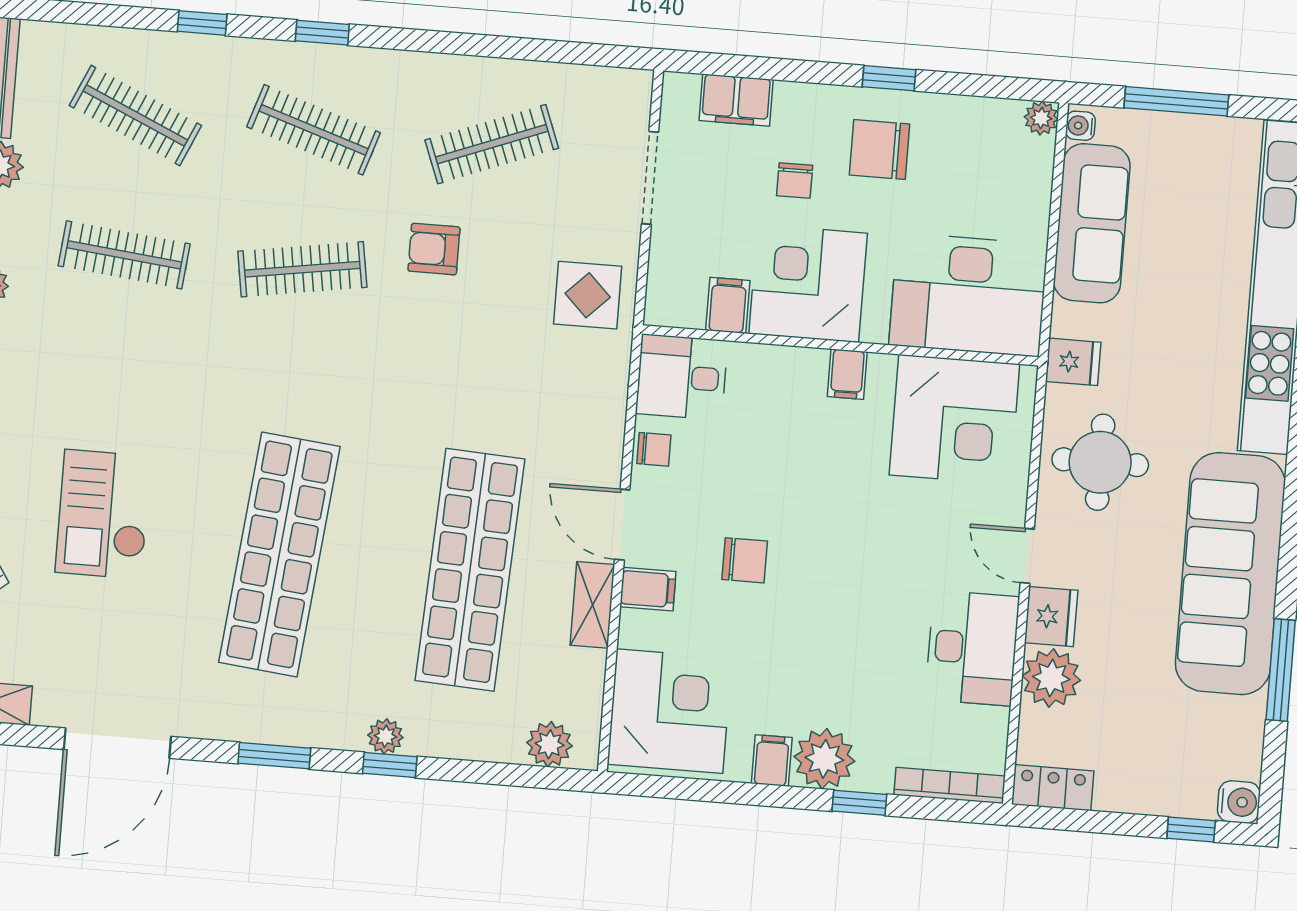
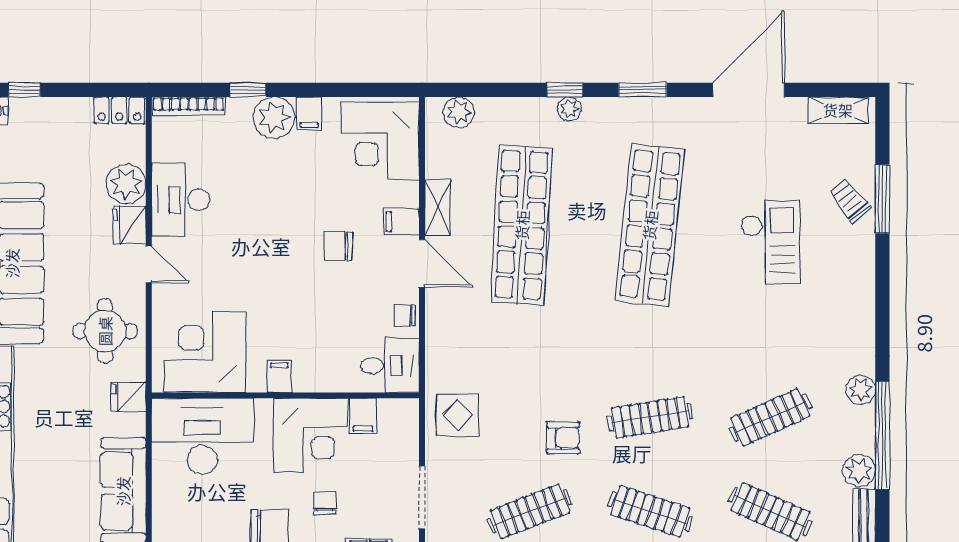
clothes rail: (124, 255) -> (770, 417), turned -30

